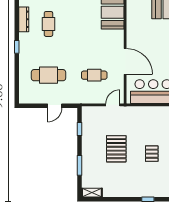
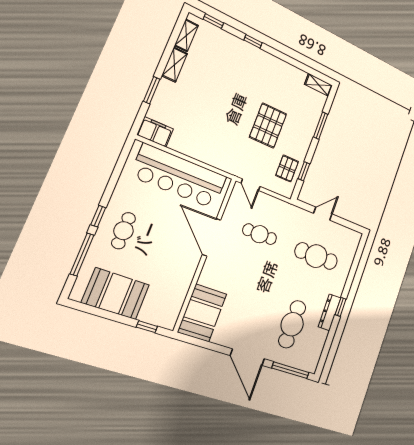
dresser: (24, 19) -> (330, 312), moved
cafe table: (48, 24) -> (292, 324), width x1.37, depth x1.35
door: (113, 105) -> (251, 185), hinge flipped
pallet: (152, 154) -> (287, 168), moved

